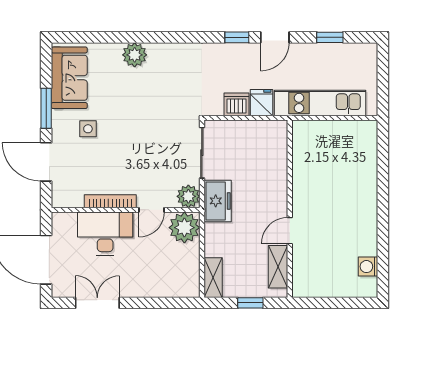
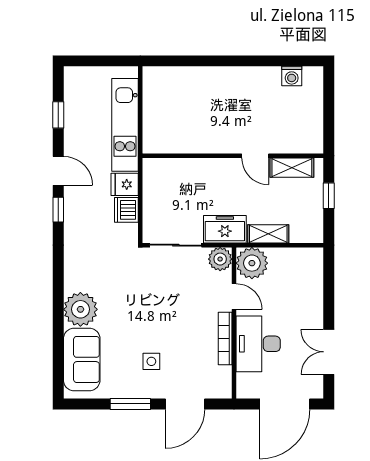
plant: (135, 55) -> (80, 309), width x1.36, depth x1.36
sofa: (69, 78) -> (82, 359), moved, turned 90
shelving: (213, 278) -> (268, 234), moved

